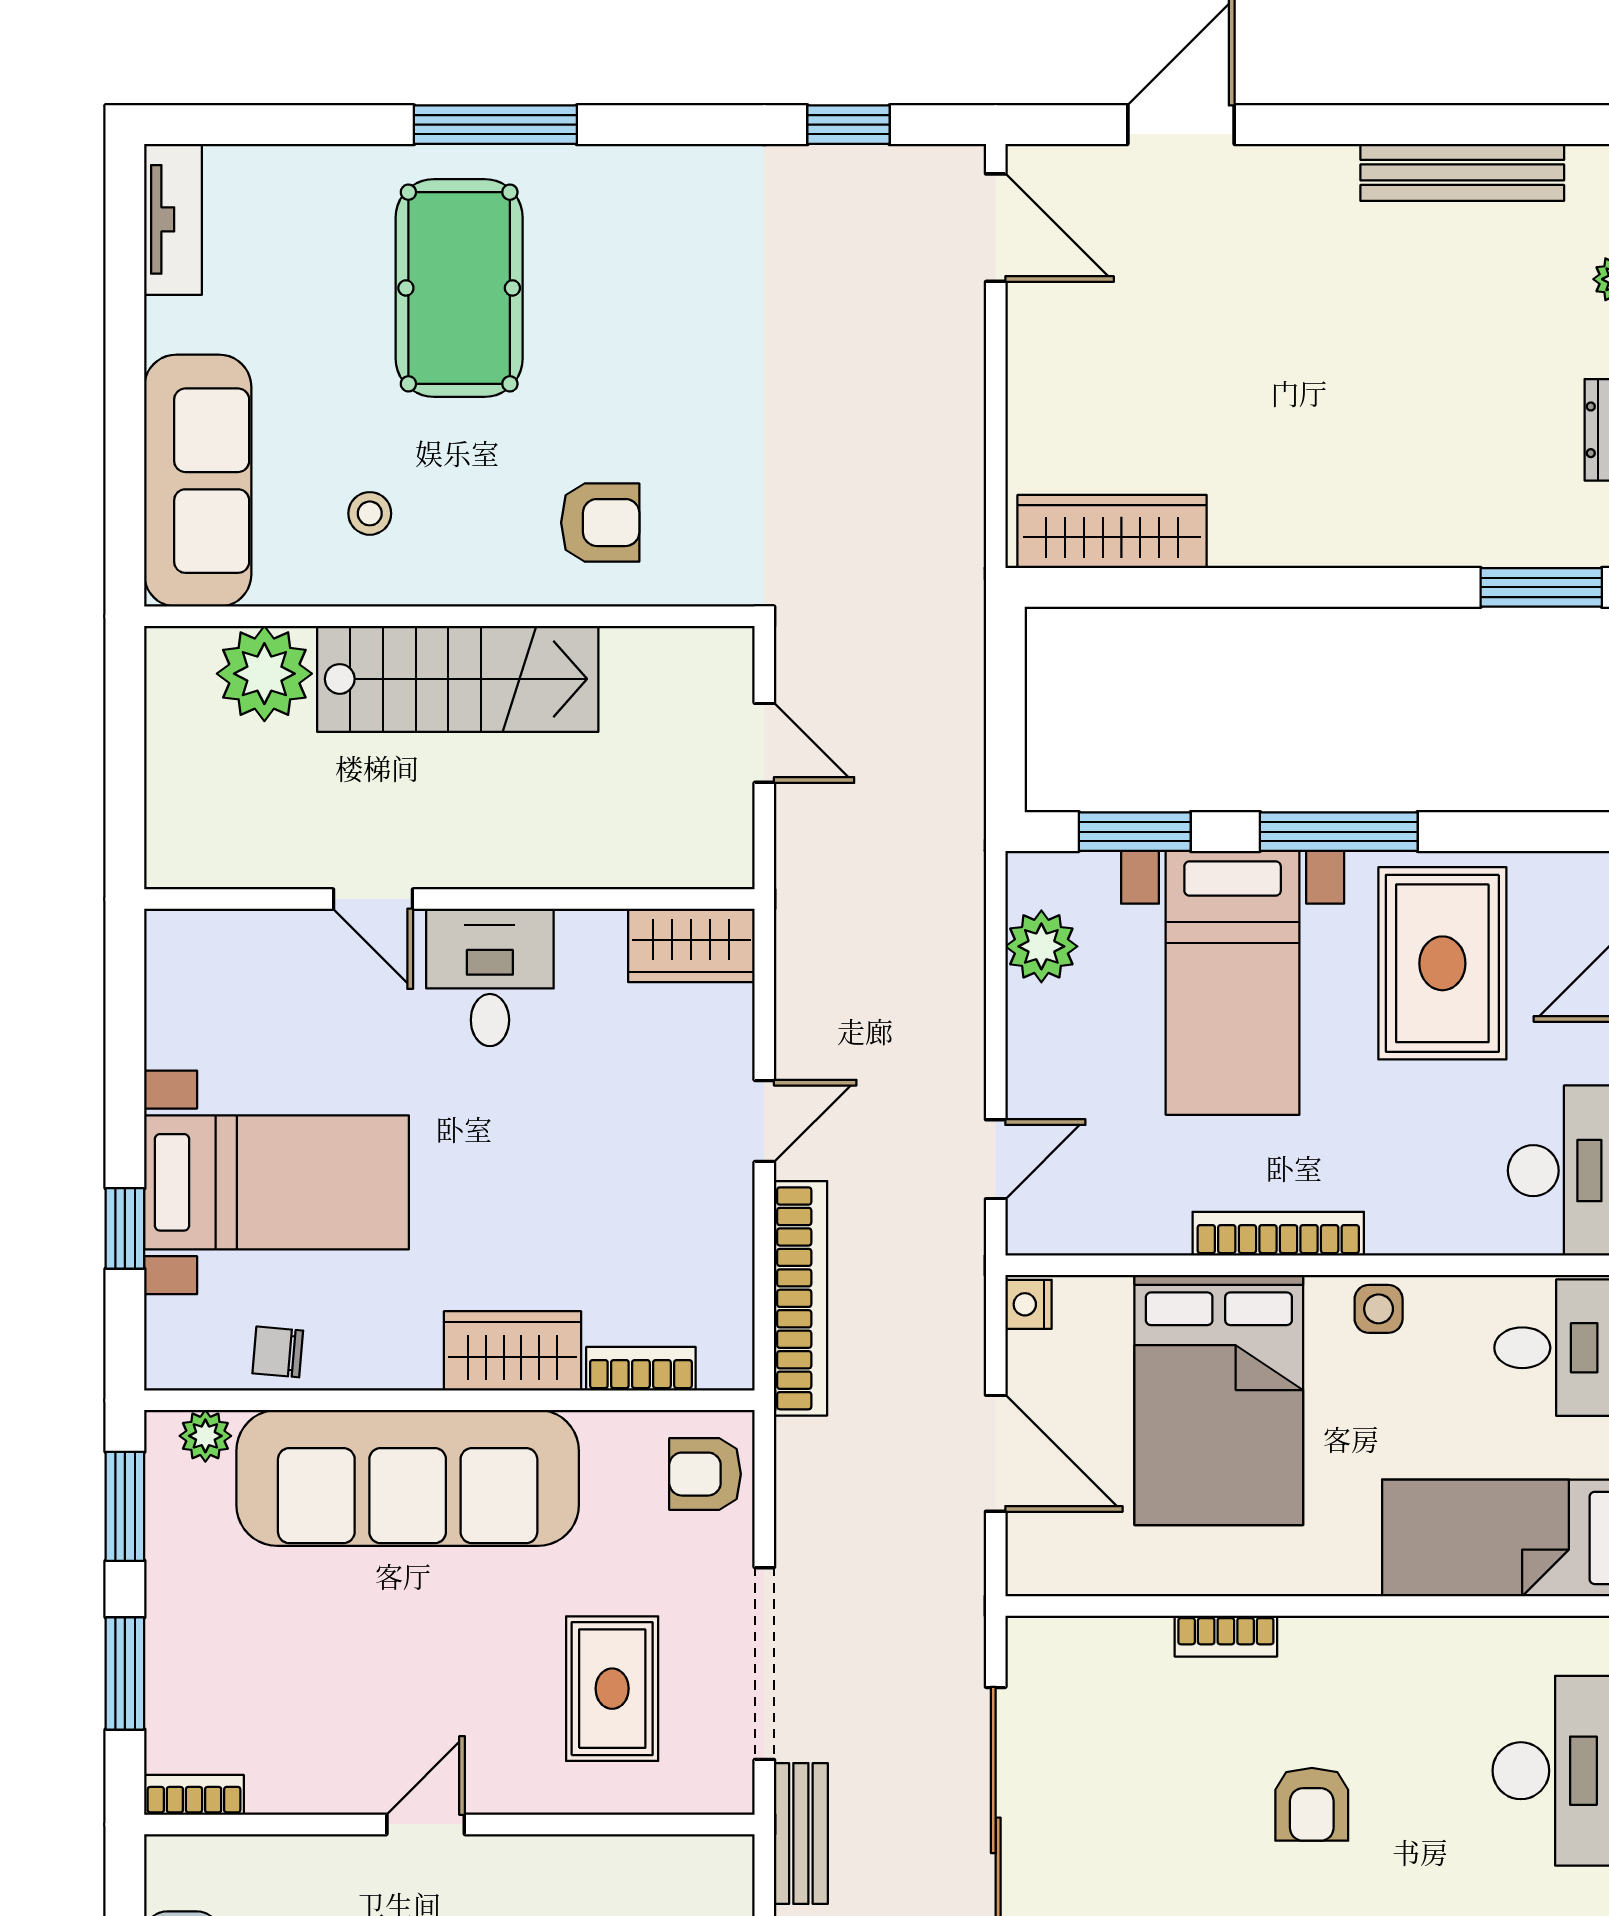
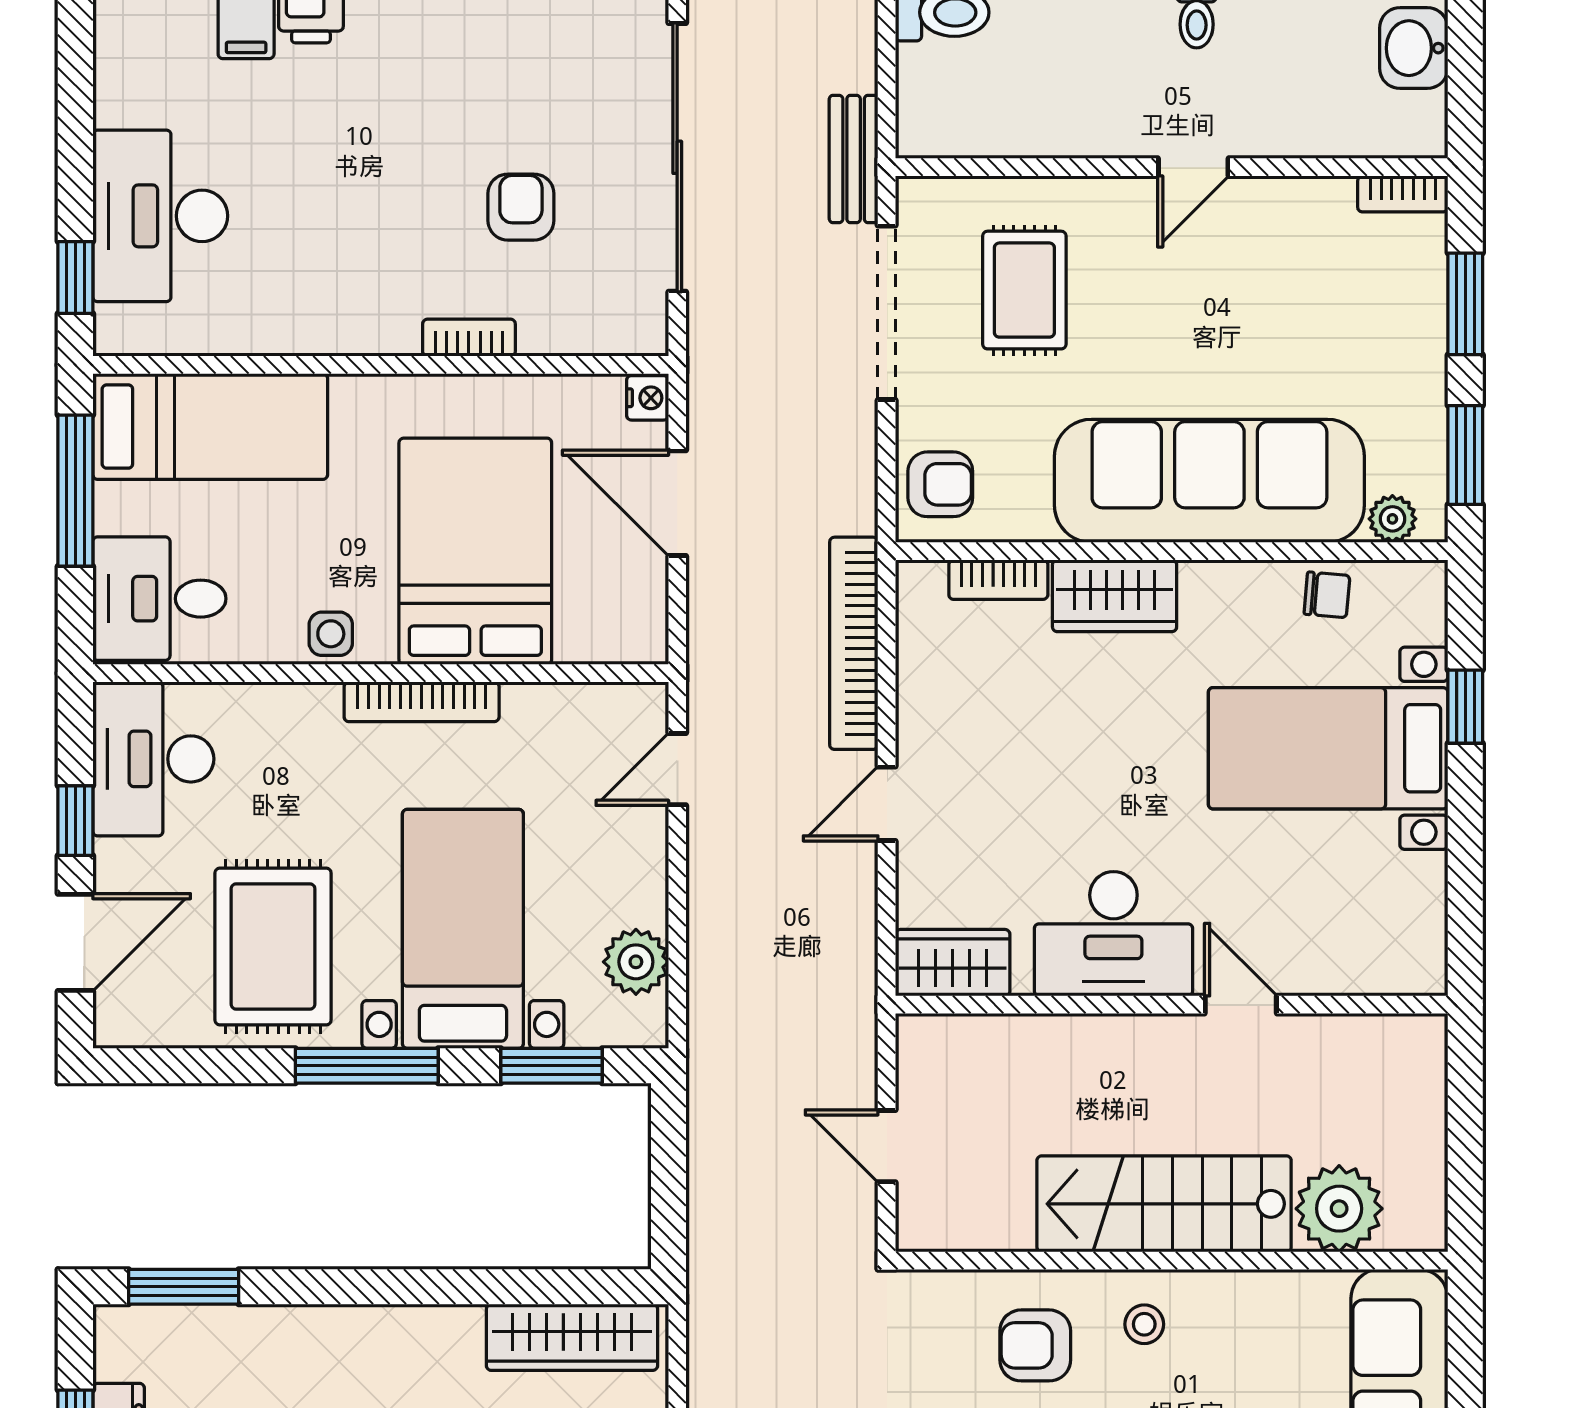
stool: (370, 513) -> (1144, 1324), moved
desk: (490, 977) -> (1113, 934), width x1.37
nightstand: (1029, 1304) -> (648, 398), moved
armchair: (1312, 1804) -> (521, 207), moved

